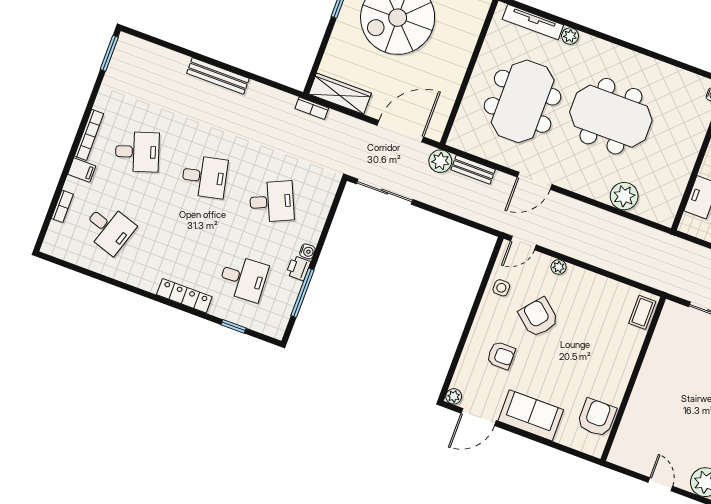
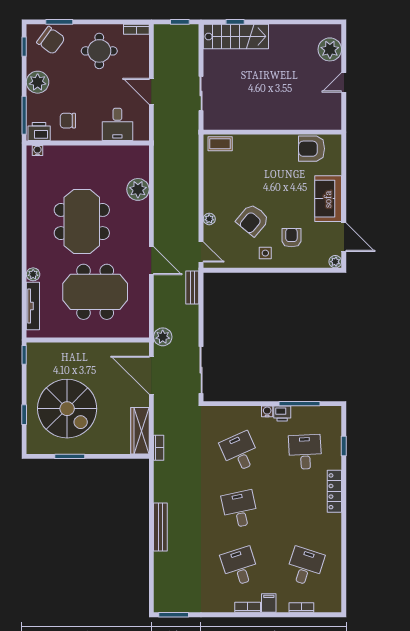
bookcase: (89, 135) -> (248, 607), width x0.64
bench: (473, 170) -> (192, 288), moved
side table: (501, 288) -> (265, 253), moved

